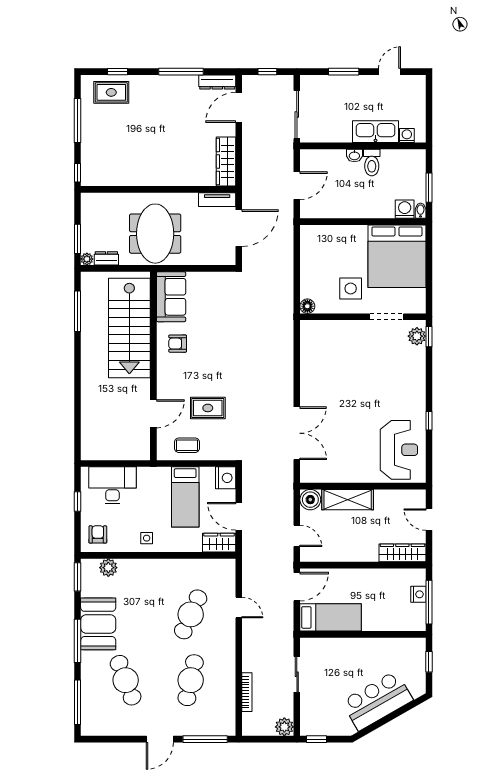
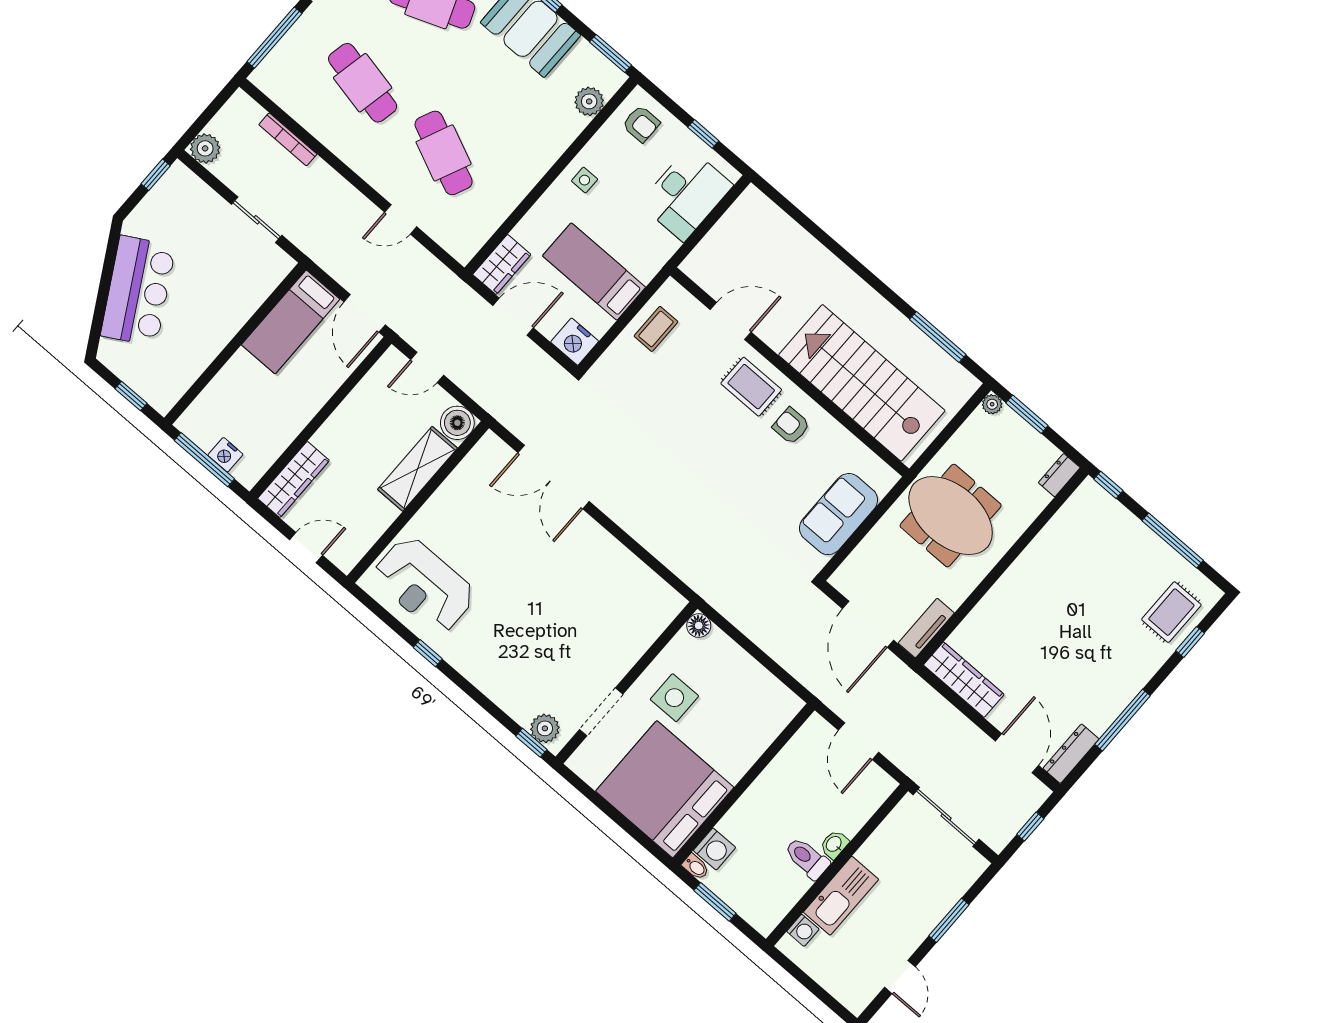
dresser: (106, 258) -> (1059, 475), moved, turned 180
sofa: (171, 297) -> (839, 514), moved, turned 90
armchair: (178, 344) -> (791, 426), turned -90
rug: (208, 408) -> (751, 387), moved, turned 90
door: (153, 414) -> (731, 321), swing flipped

